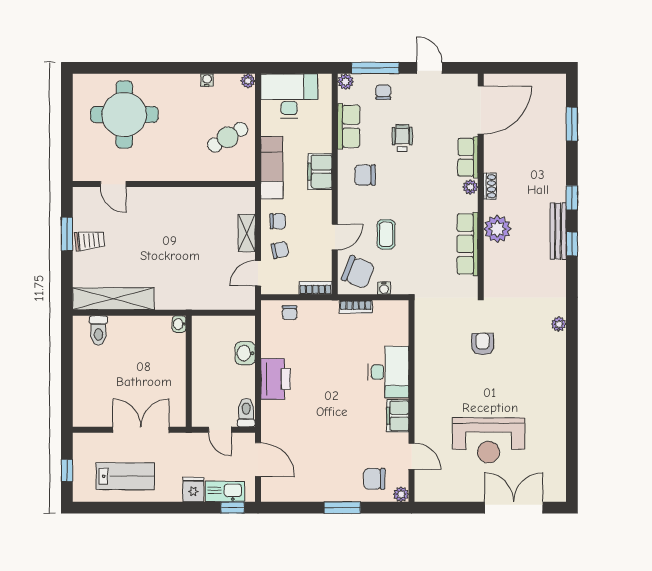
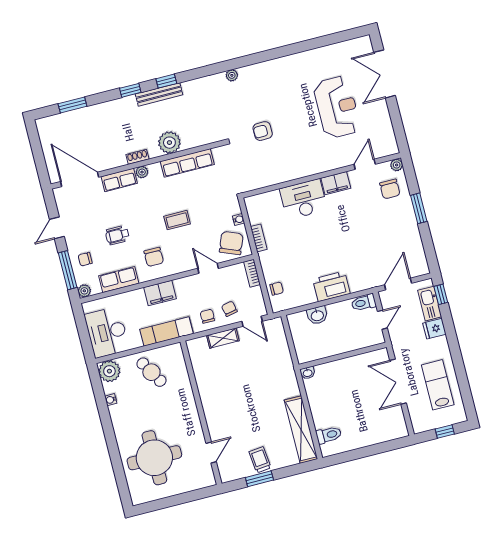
plant: (248, 81) -> (109, 371), width x1.88, depth x1.88
coffee table: (386, 234) -> (177, 220), moved

